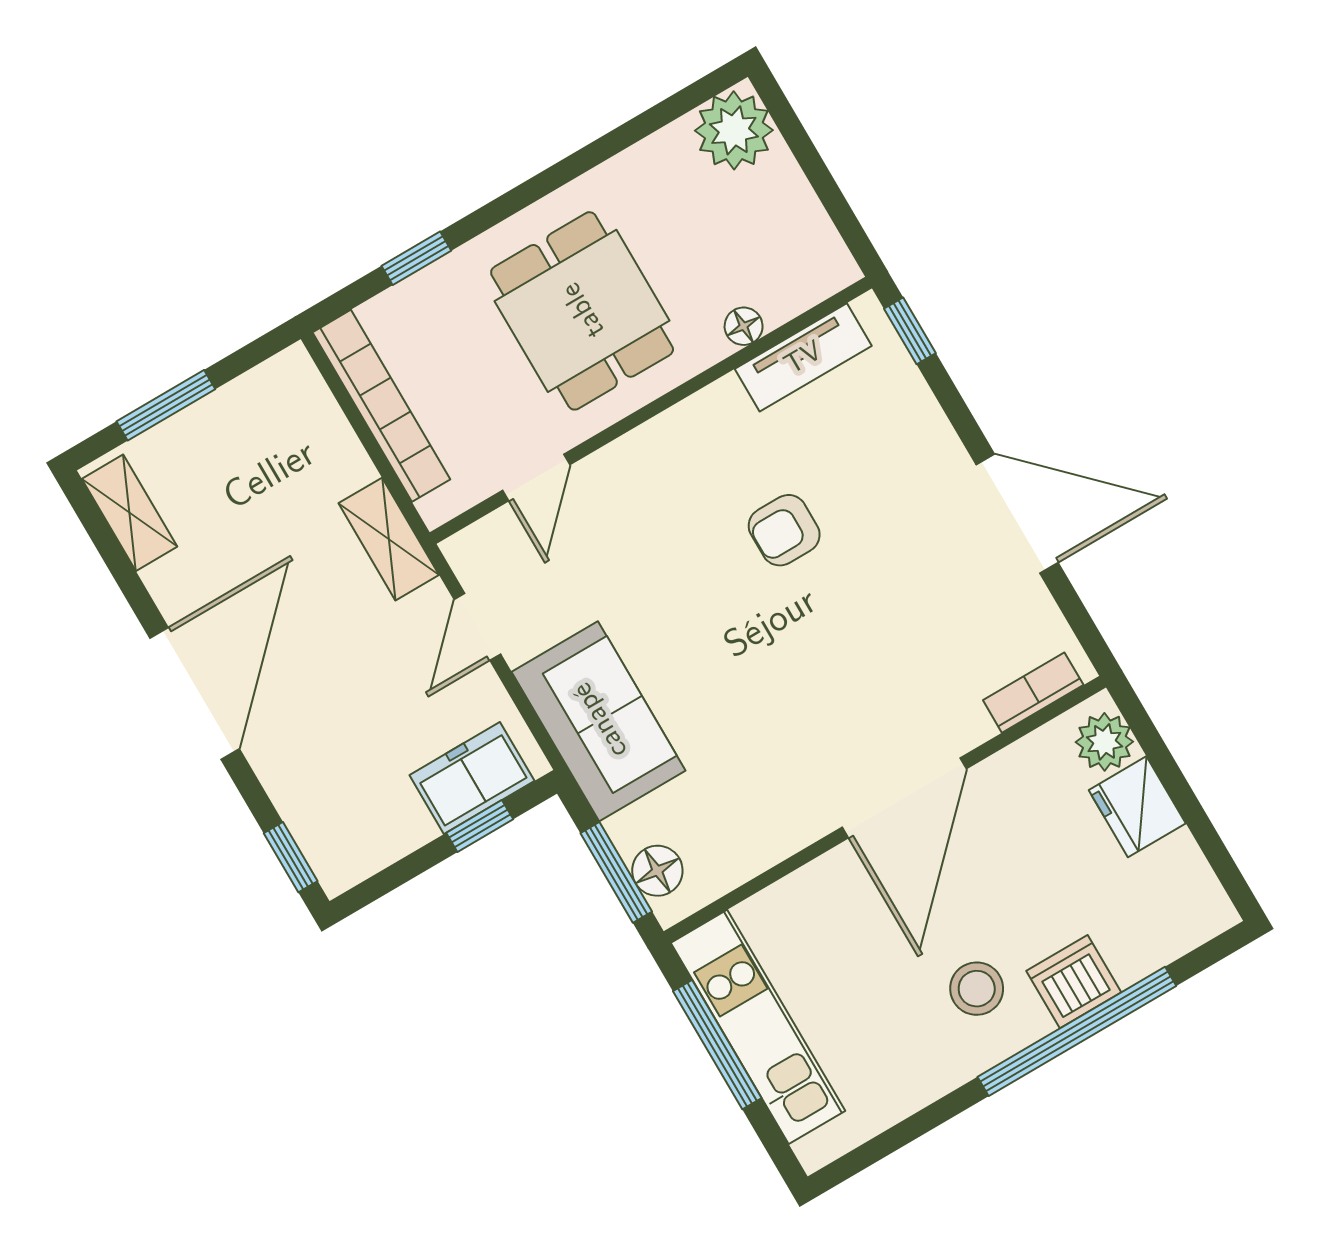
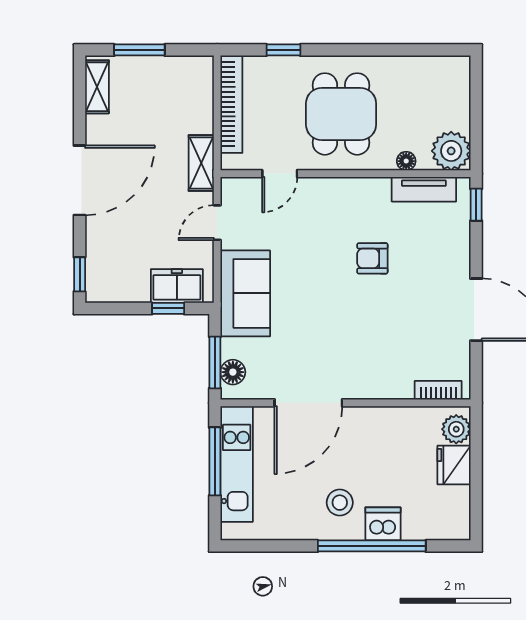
plant: (734, 130) -> (451, 151), moved
door: (904, 798) -> (308, 403), moved

